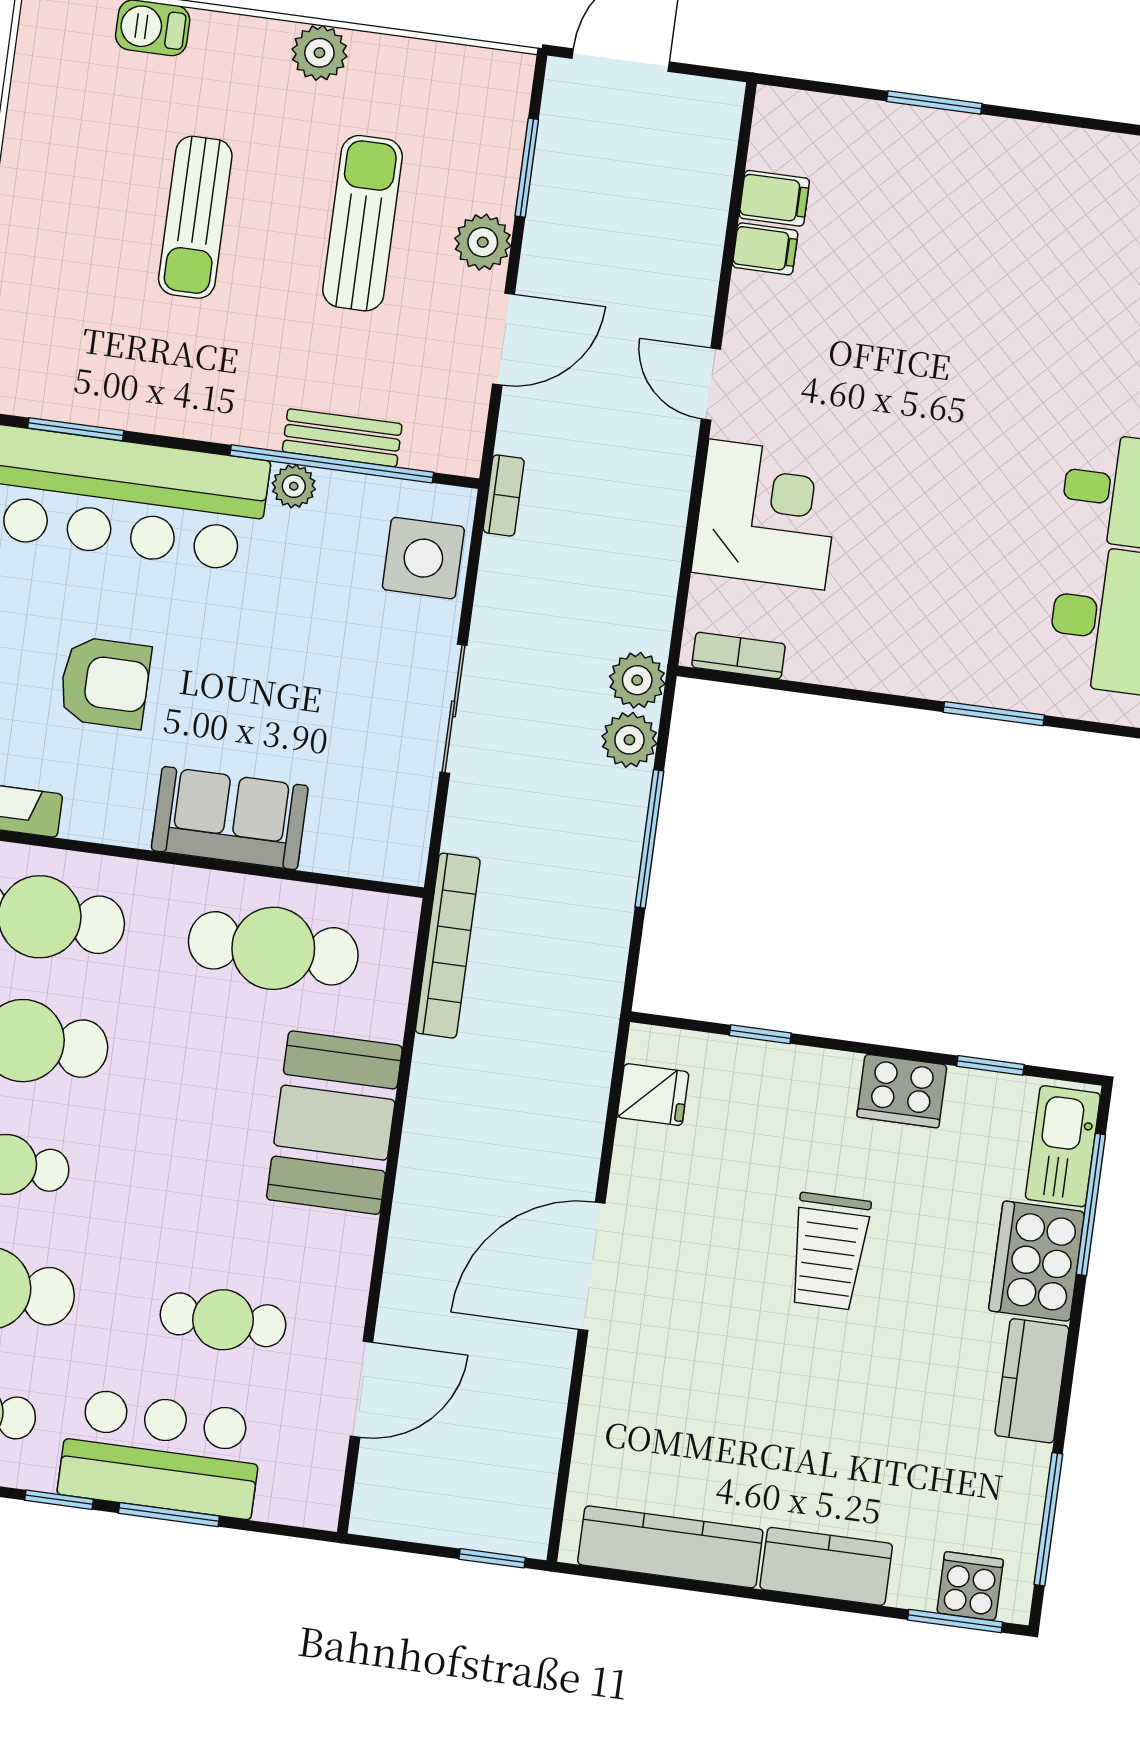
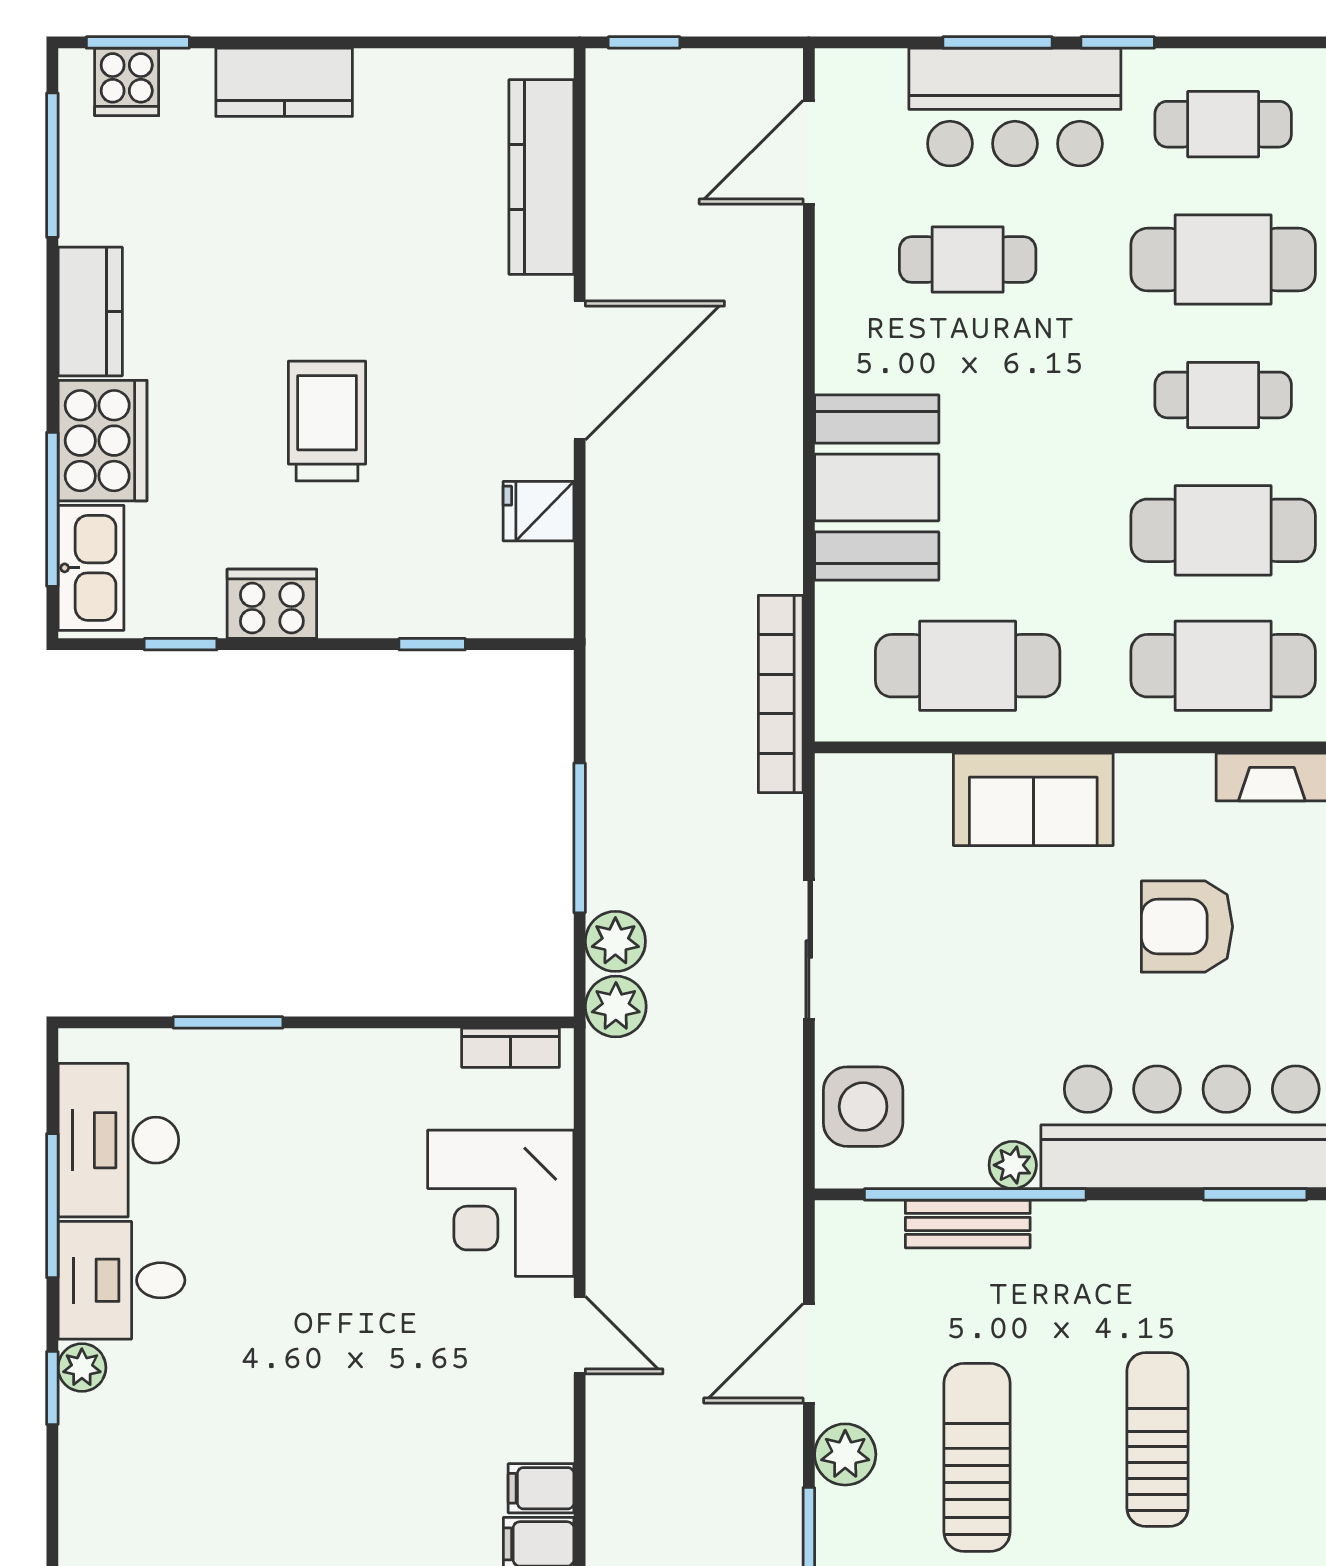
sun lounger: (363, 223) -> (977, 1457), turned 180
bookcase: (504, 495) -> (786, 1185), removed
fridge: (653, 1095) -> (538, 511), moved
door: (362, 1389) -> (809, 152), moved
kitchen counter: (670, 1547) -> (541, 177), moved, turned 90

